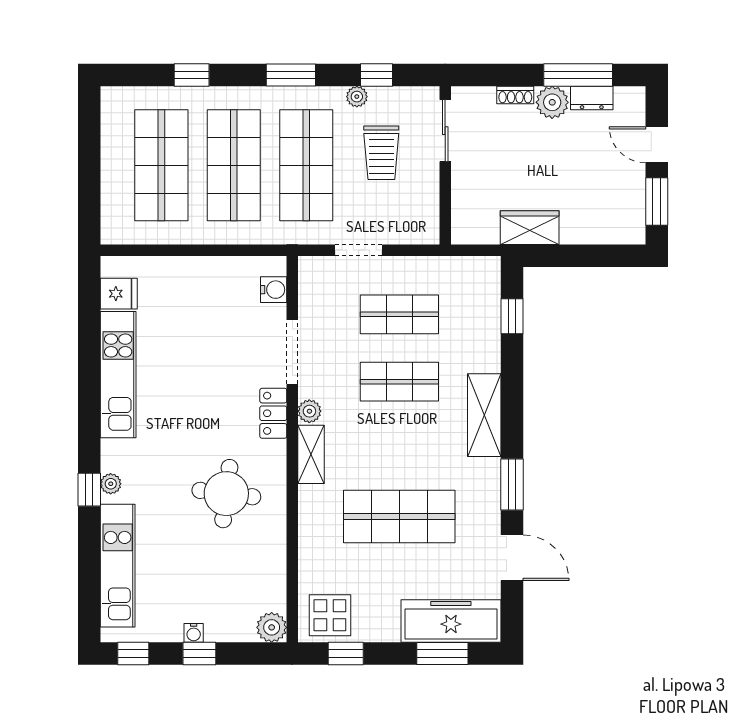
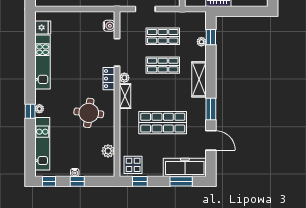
plant: (490, 327) -> (201, 42), added
plant: (272, 627) -> (108, 151), moved

